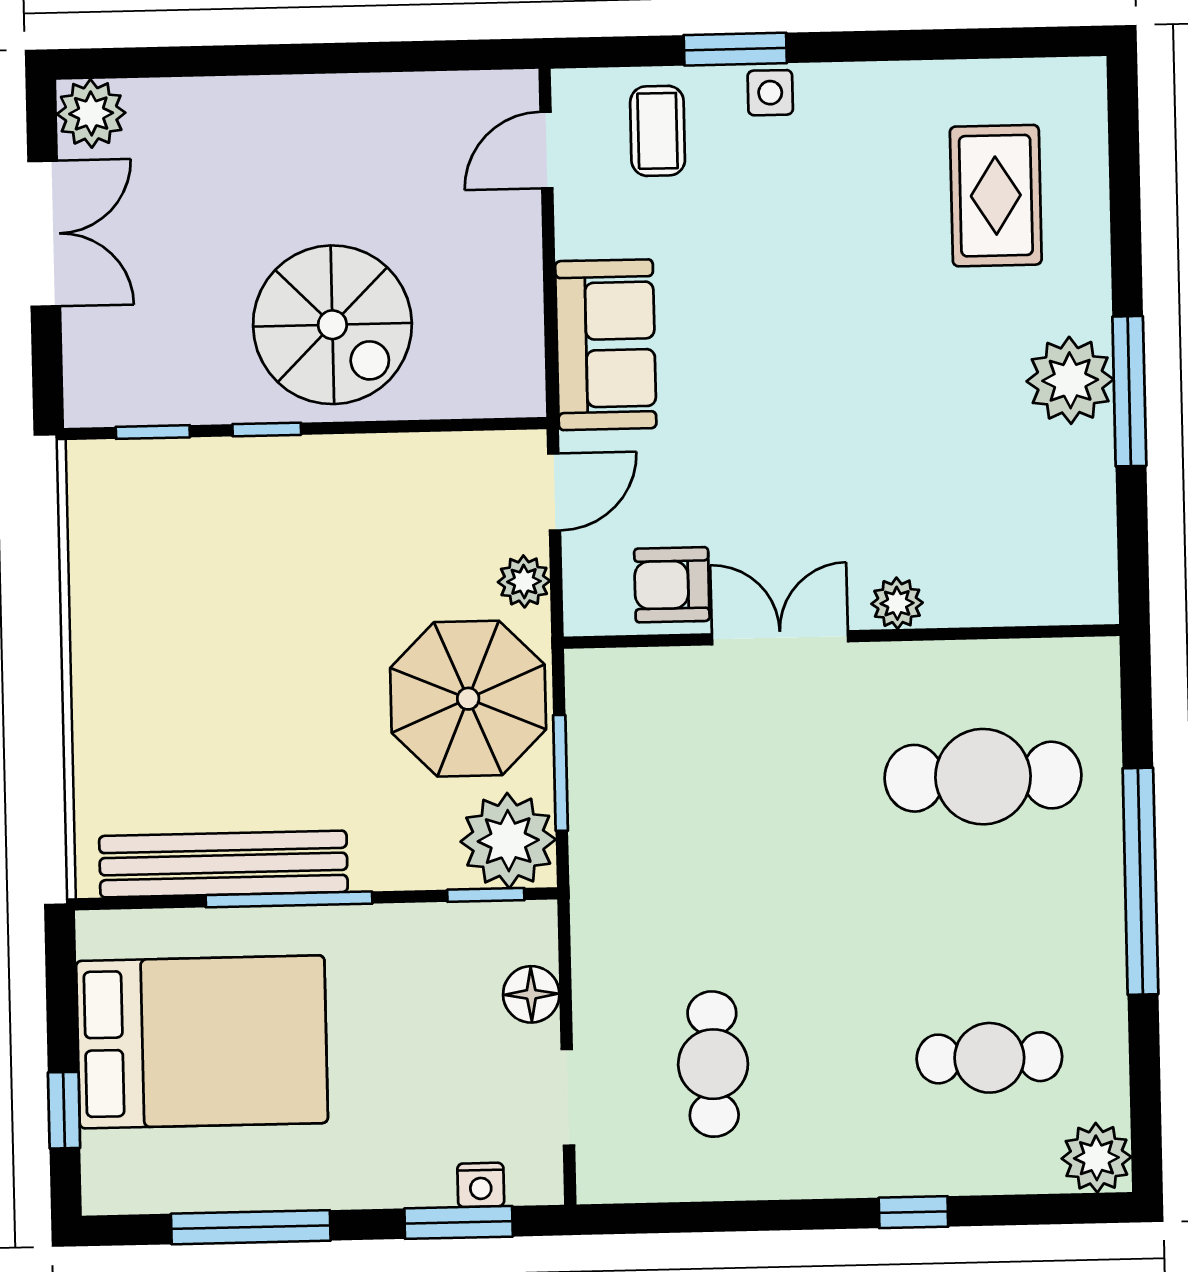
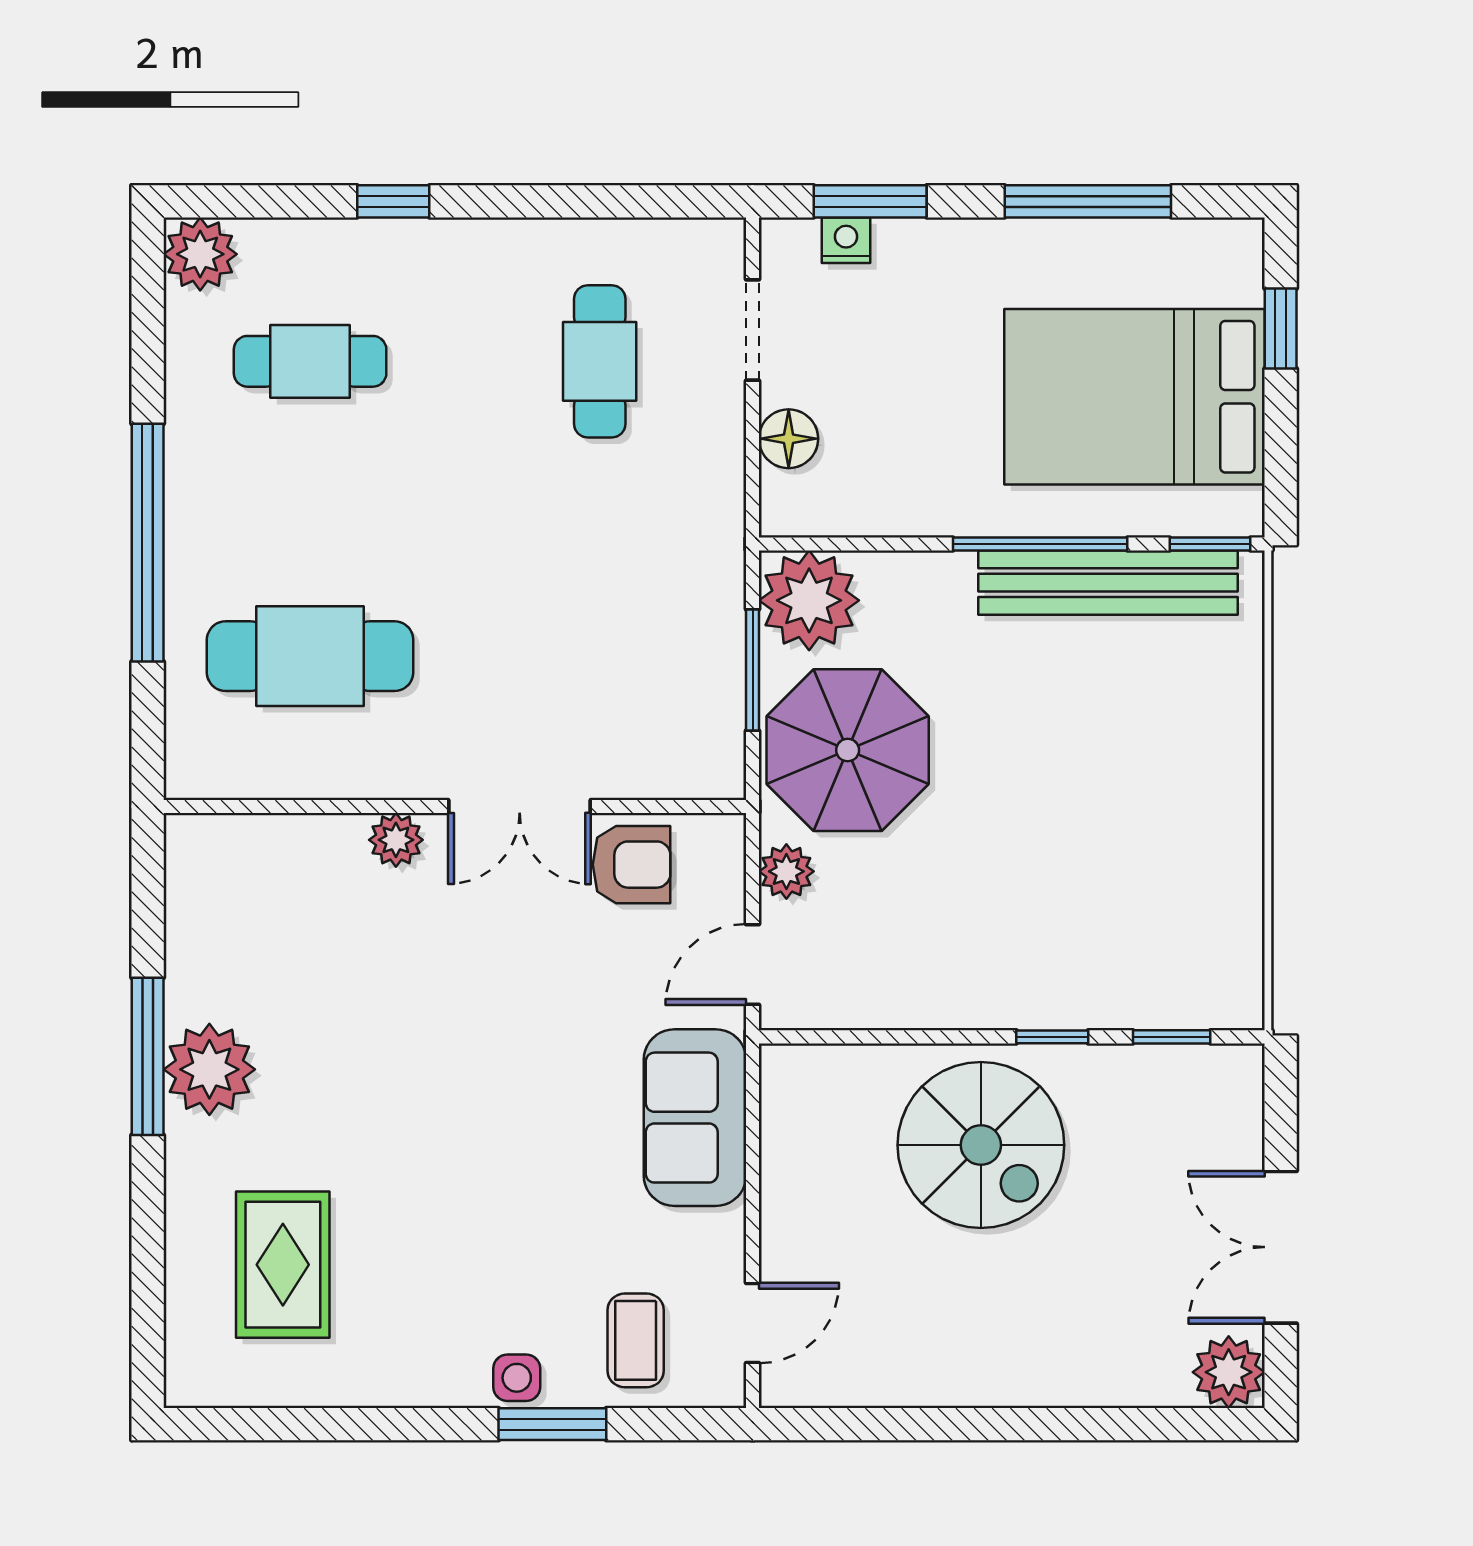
spiral stairs: (332, 325) -> (981, 1145), turned 180
window: (486, 895) -> (1210, 544), moved

